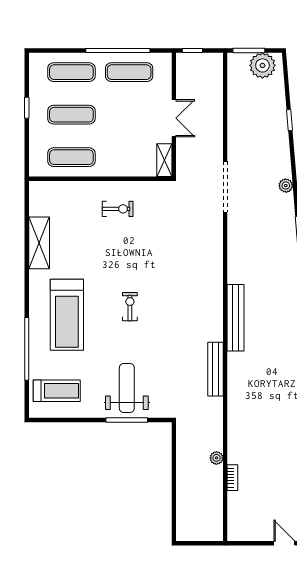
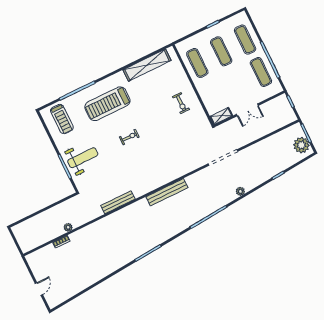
shelving: (39, 243) -> (147, 65), width x1.47
bench: (236, 318) -> (167, 192), moved

